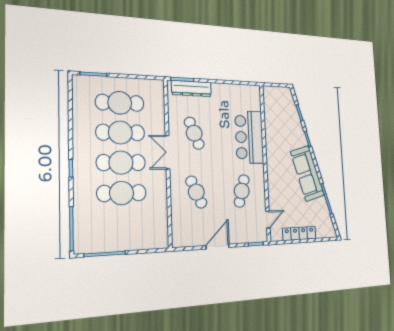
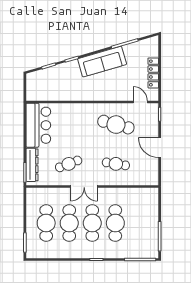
bar counter: (249, 137) -> (38, 125), moved, turned -90
cafe table: (242, 191) -> (116, 125), width x1.37, depth x1.35
cafe table: (196, 192) -> (116, 164), turned 33

